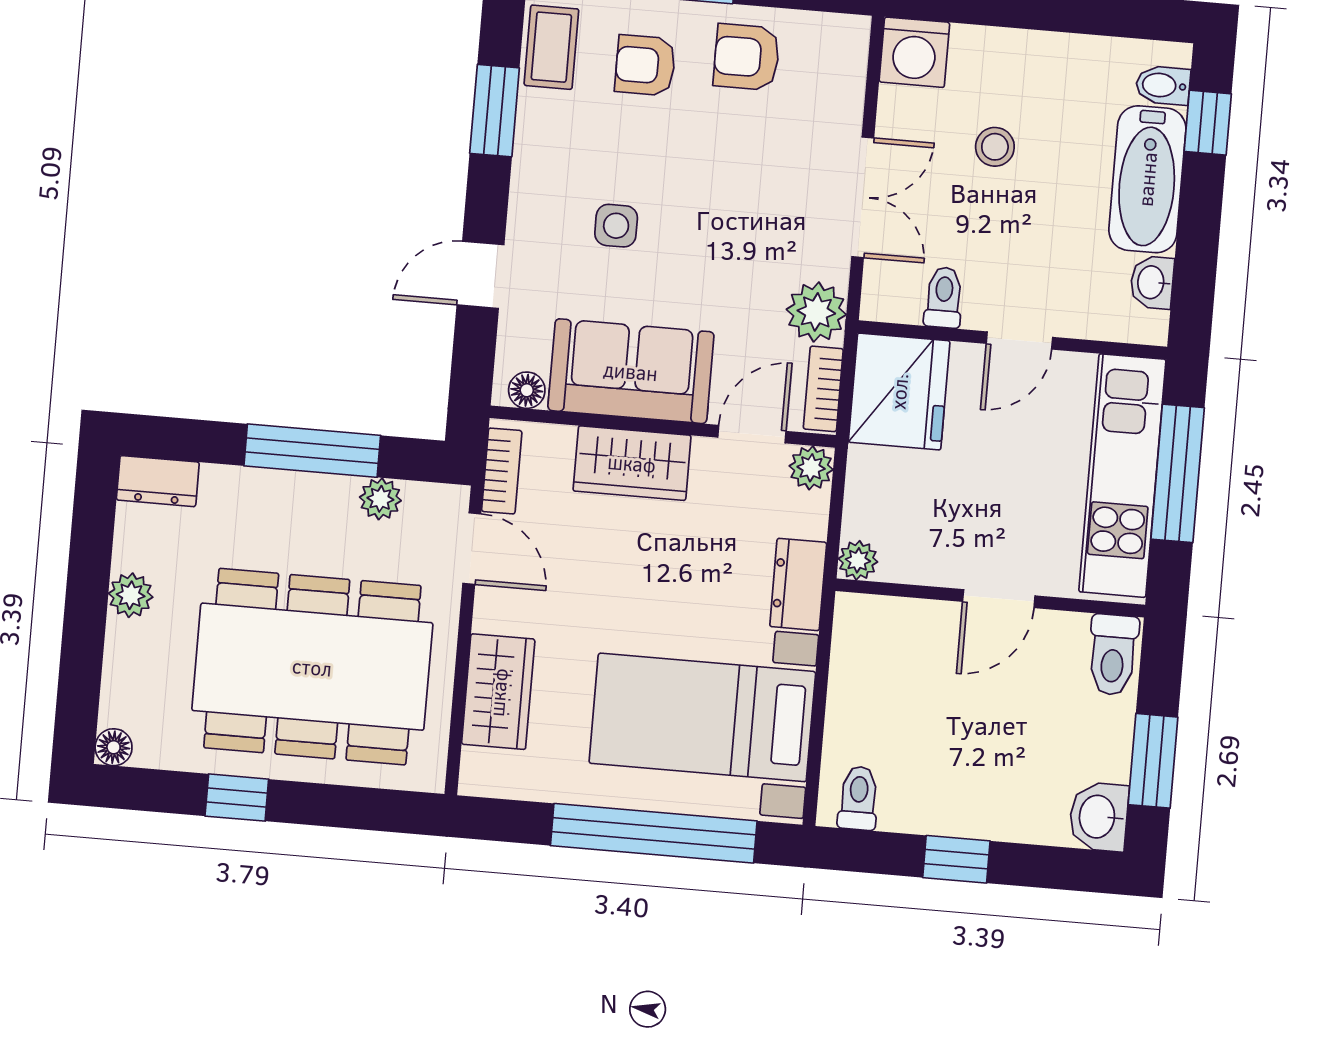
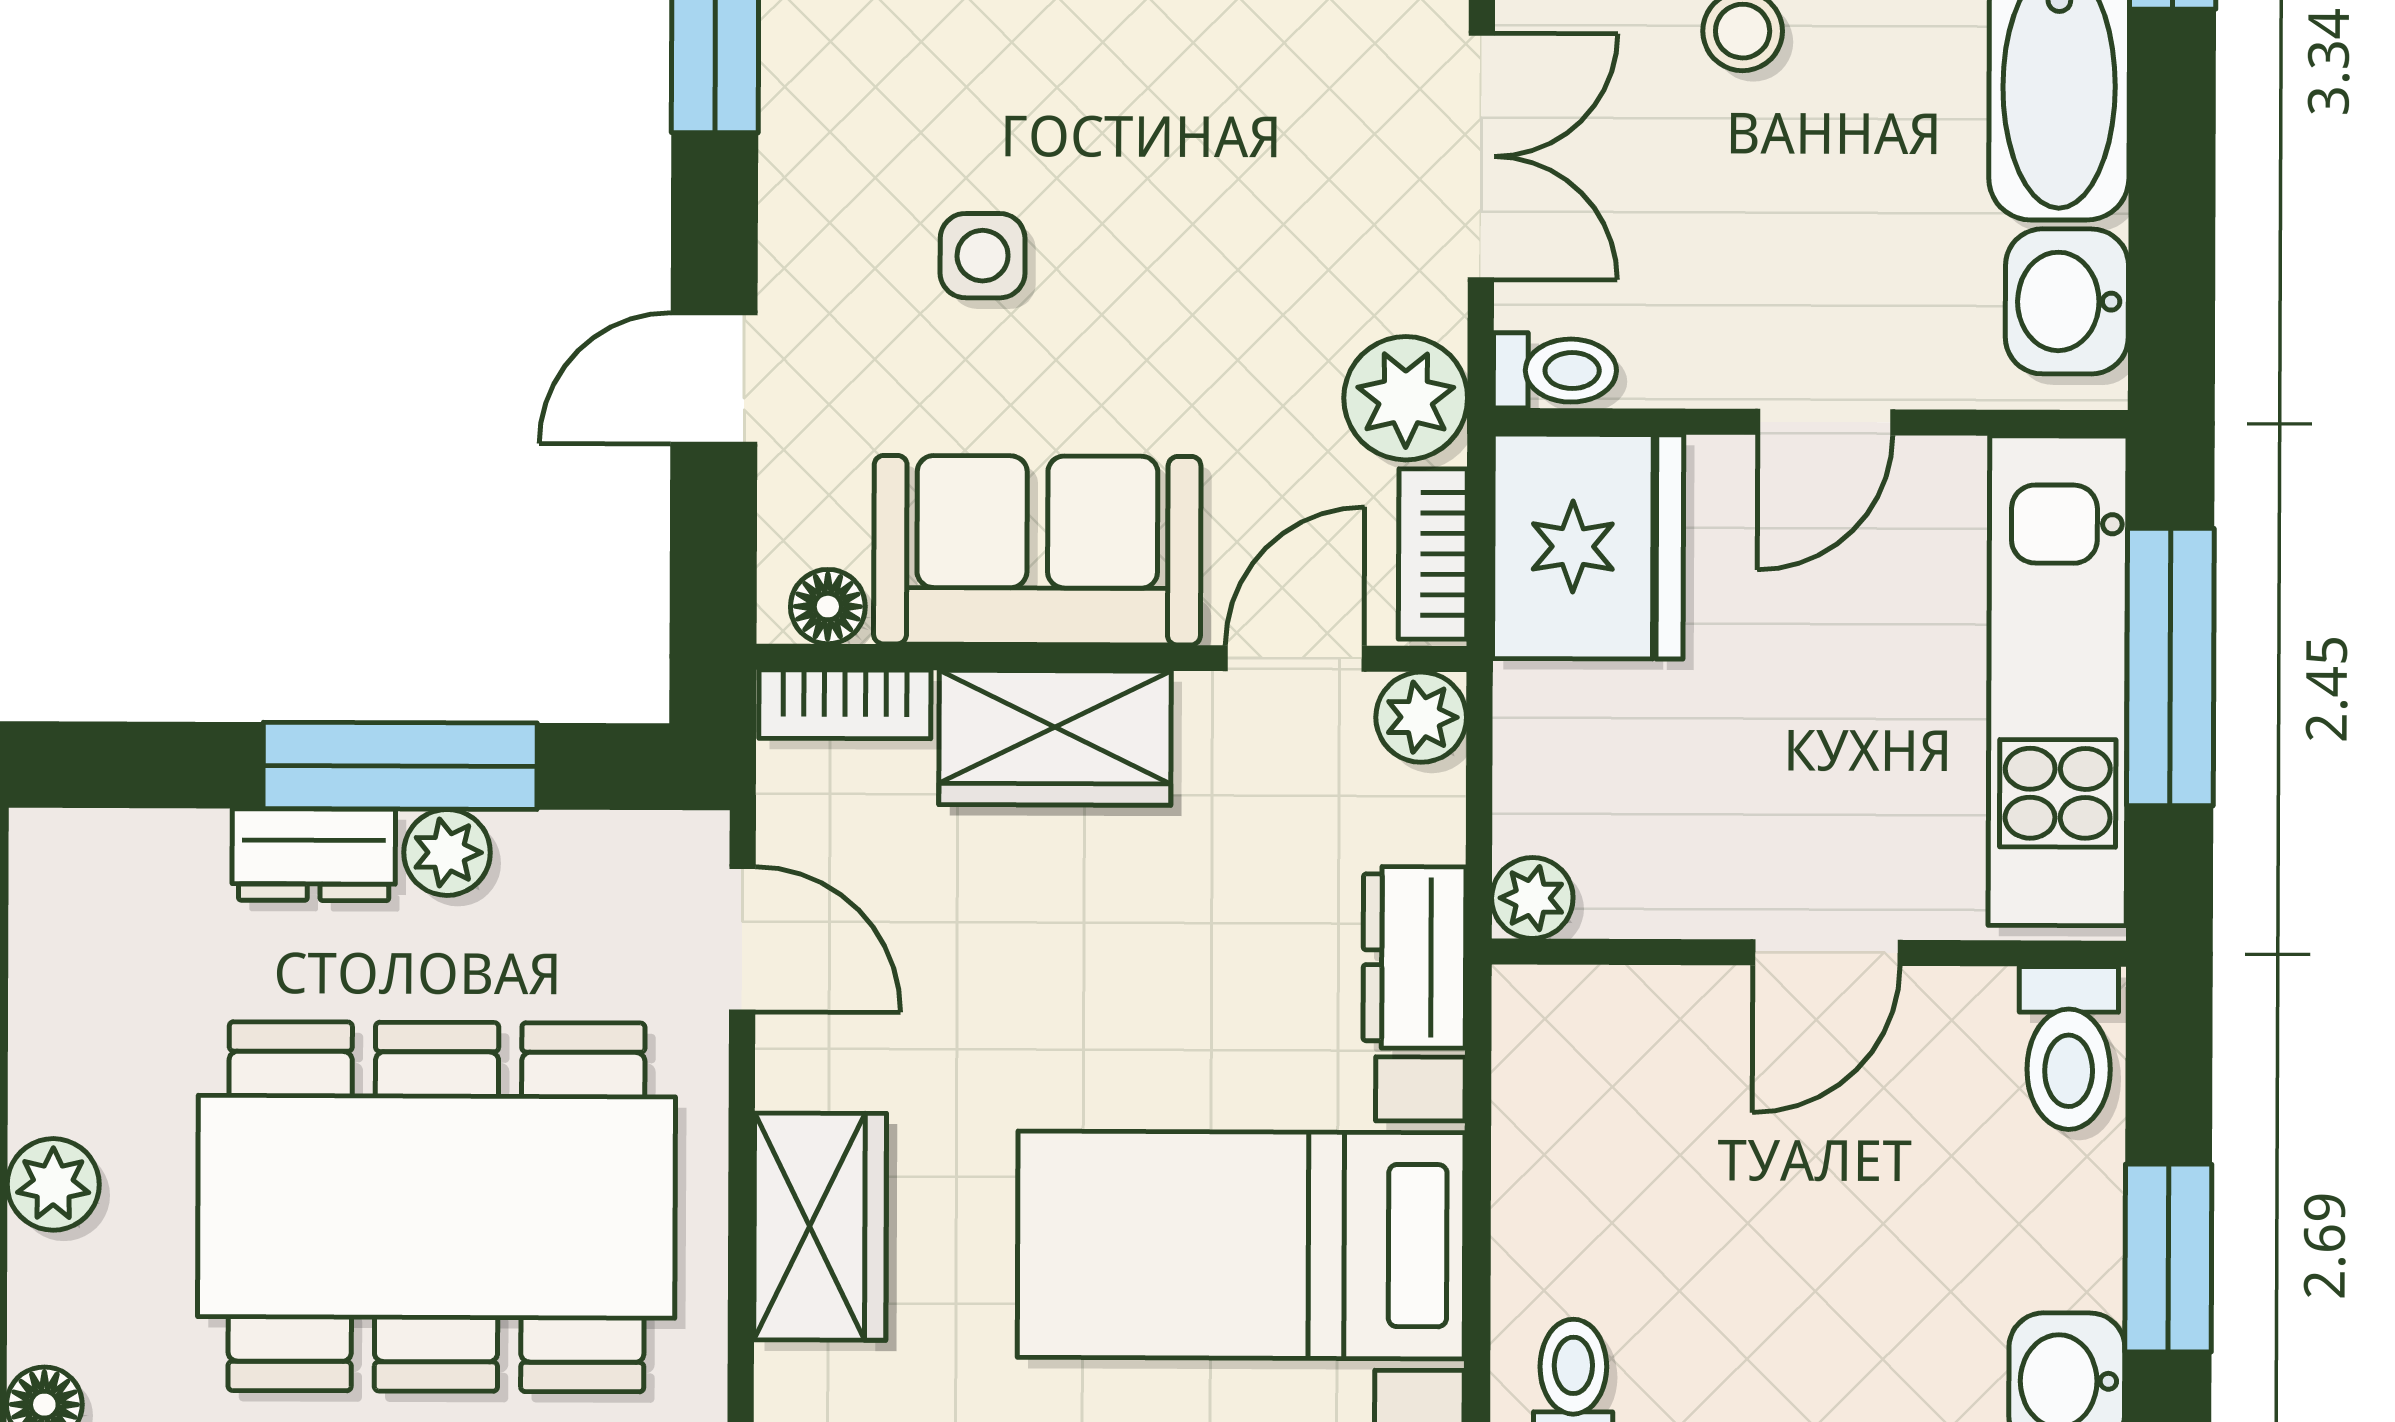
washbasin: (1152, 282) -> (2067, 301), width x1.38, depth x1.45
toilet: (944, 297) -> (1555, 371), moved, turned 90
bookcase: (502, 471) -> (845, 704), moved, turned 90
dresser: (158, 481) -> (314, 855), moved
plant: (380, 499) -> (447, 852), moved
plant: (131, 595) -> (53, 1184), moved

